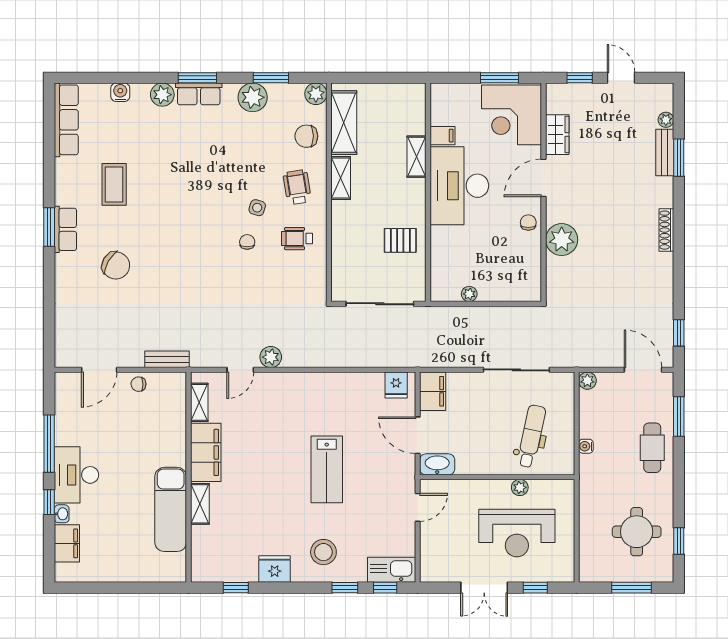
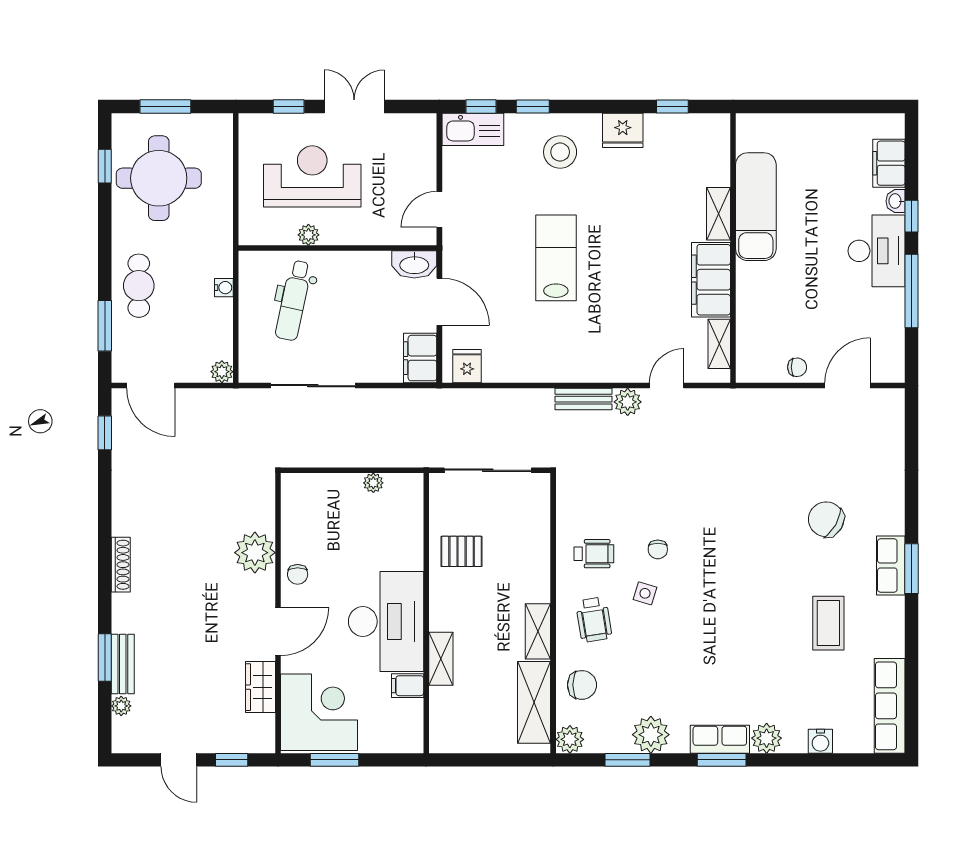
bench: (167, 359) -> (583, 399), moved
round table: (637, 532) -> (159, 178), width x1.36, depth x1.36

